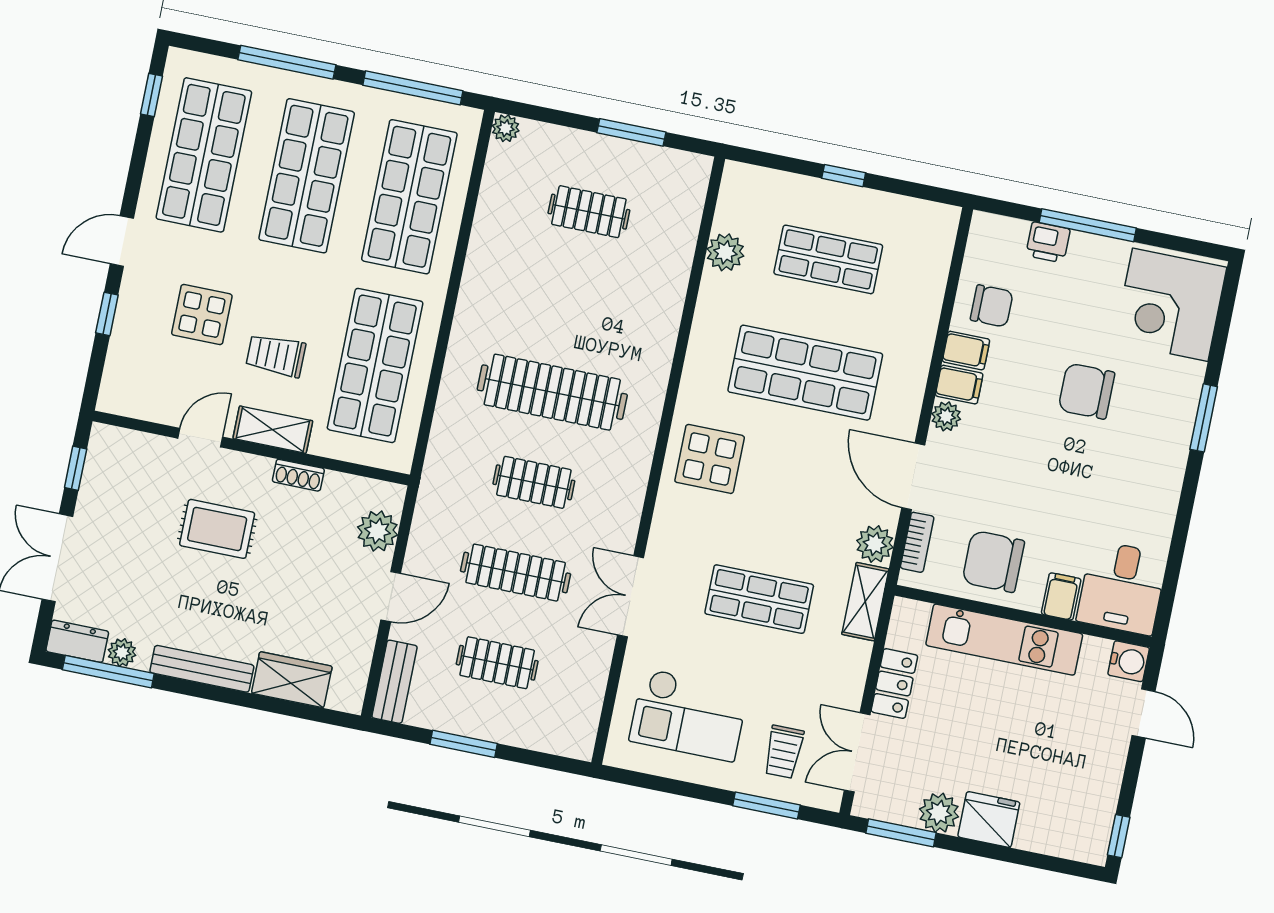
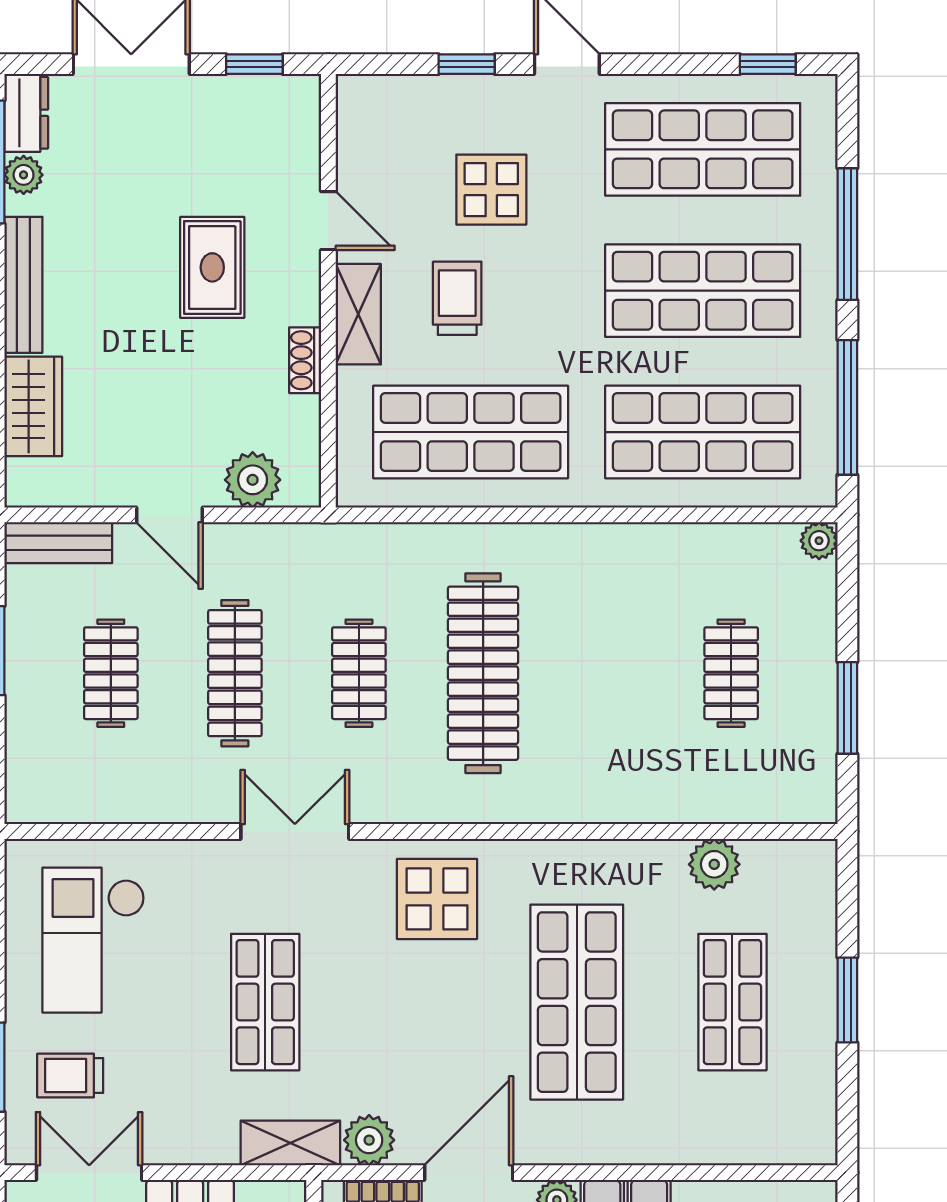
window: (844, 176) -> (847, 1000), width x1.50
double door: (631, 596) -> (295, 832), moved

